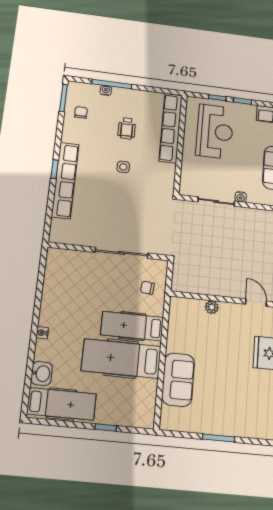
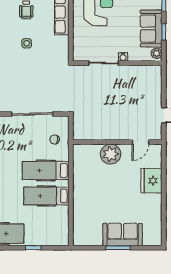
door: (256, 303) -> (140, 142), swing flipped
plant: (212, 307) -> (111, 154), width x1.87, depth x1.87
hospital bed: (121, 359) -> (46, 196), width x0.73, depth x0.78
sofa: (178, 380) -> (123, 234), moved, turned -90

